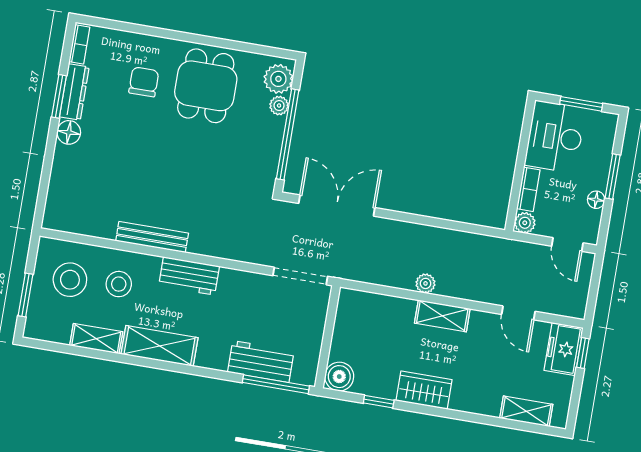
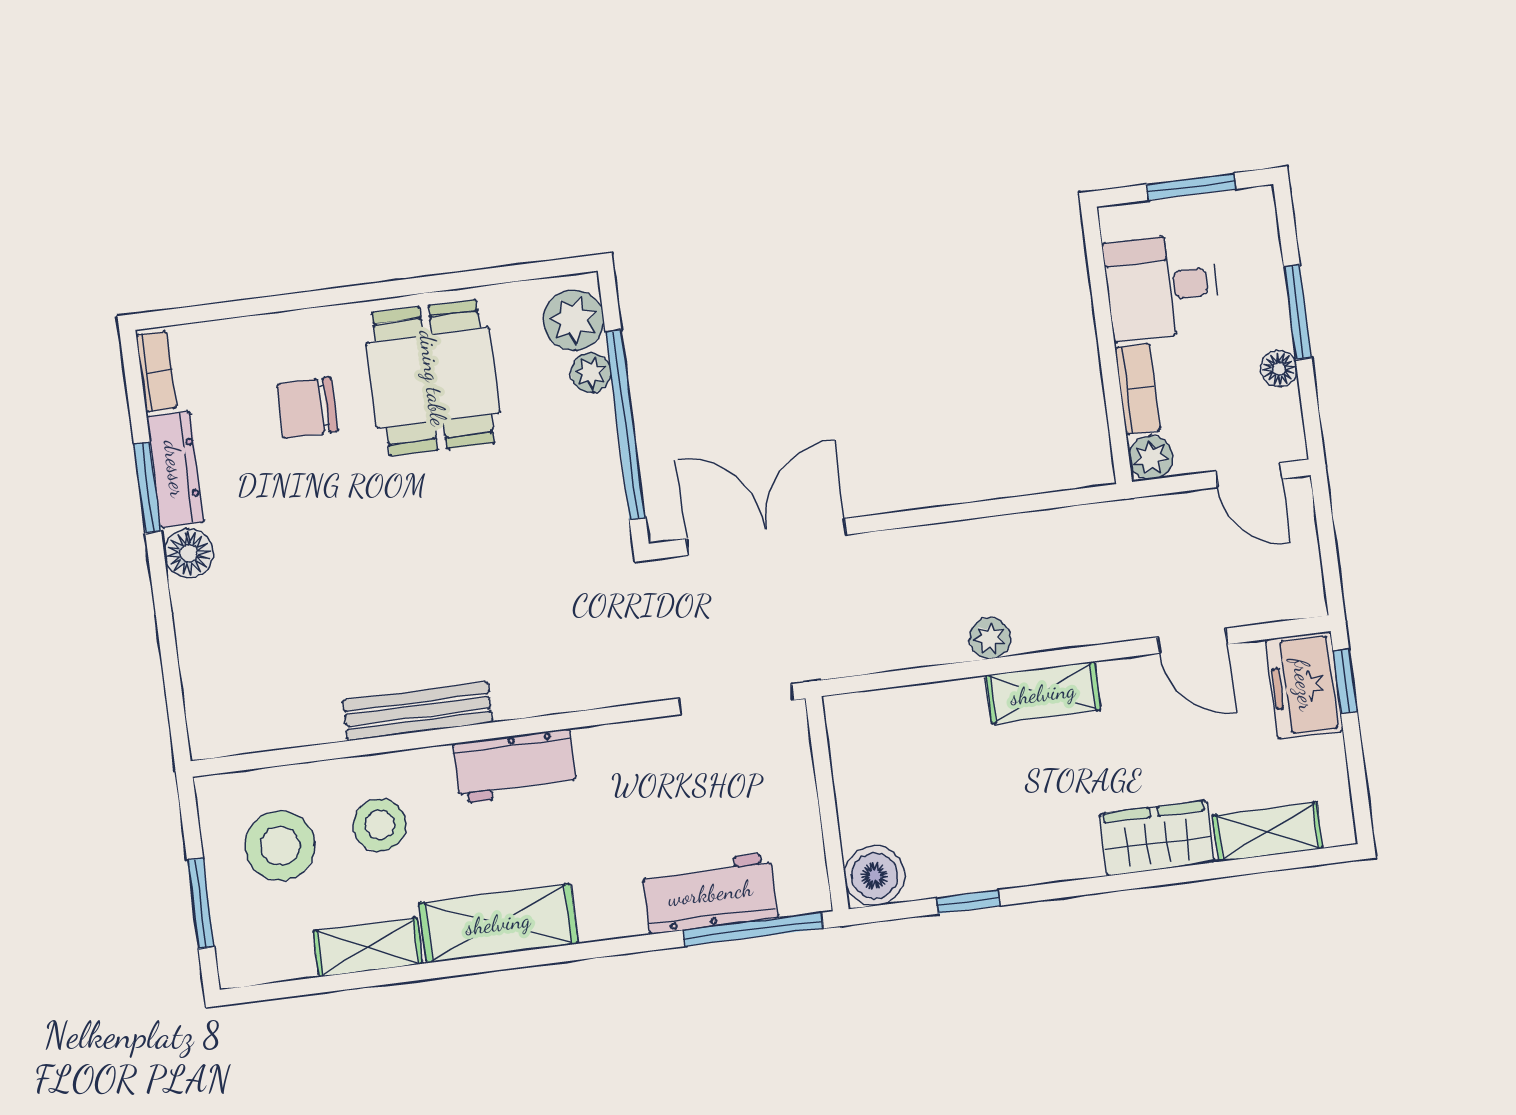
chair: (144, 82) -> (307, 408), turned -90
desk: (555, 137) -> (1161, 287), width x0.73
wardrobe: (424, 390) -> (1157, 838), moved

